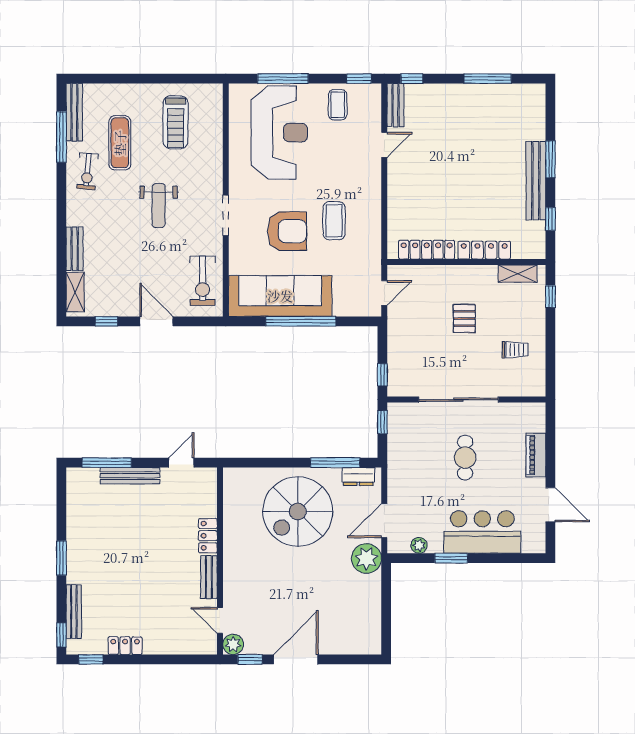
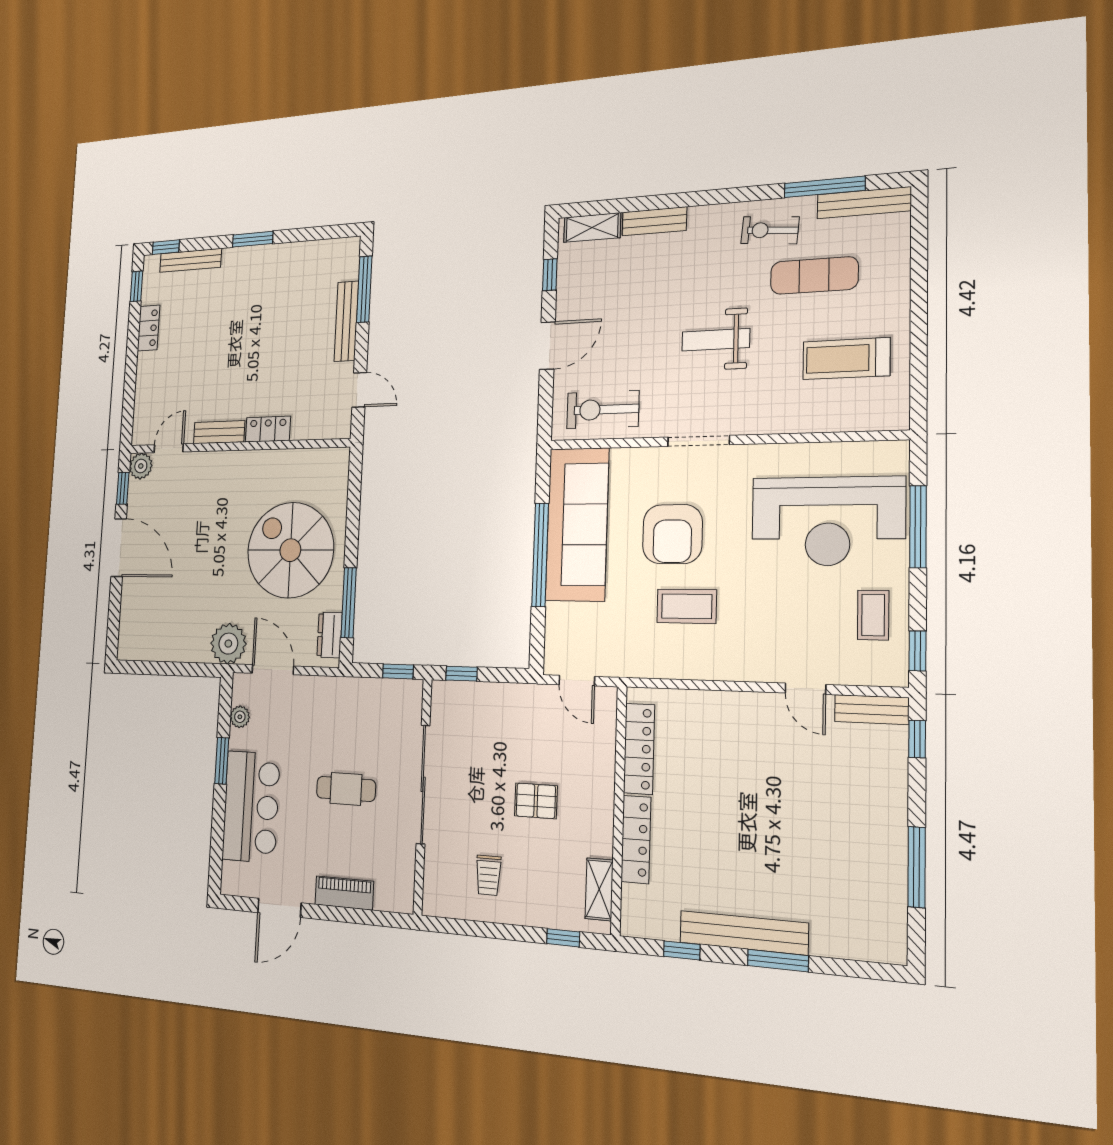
coffee table: (338, 105) -> (873, 615), turned 90

